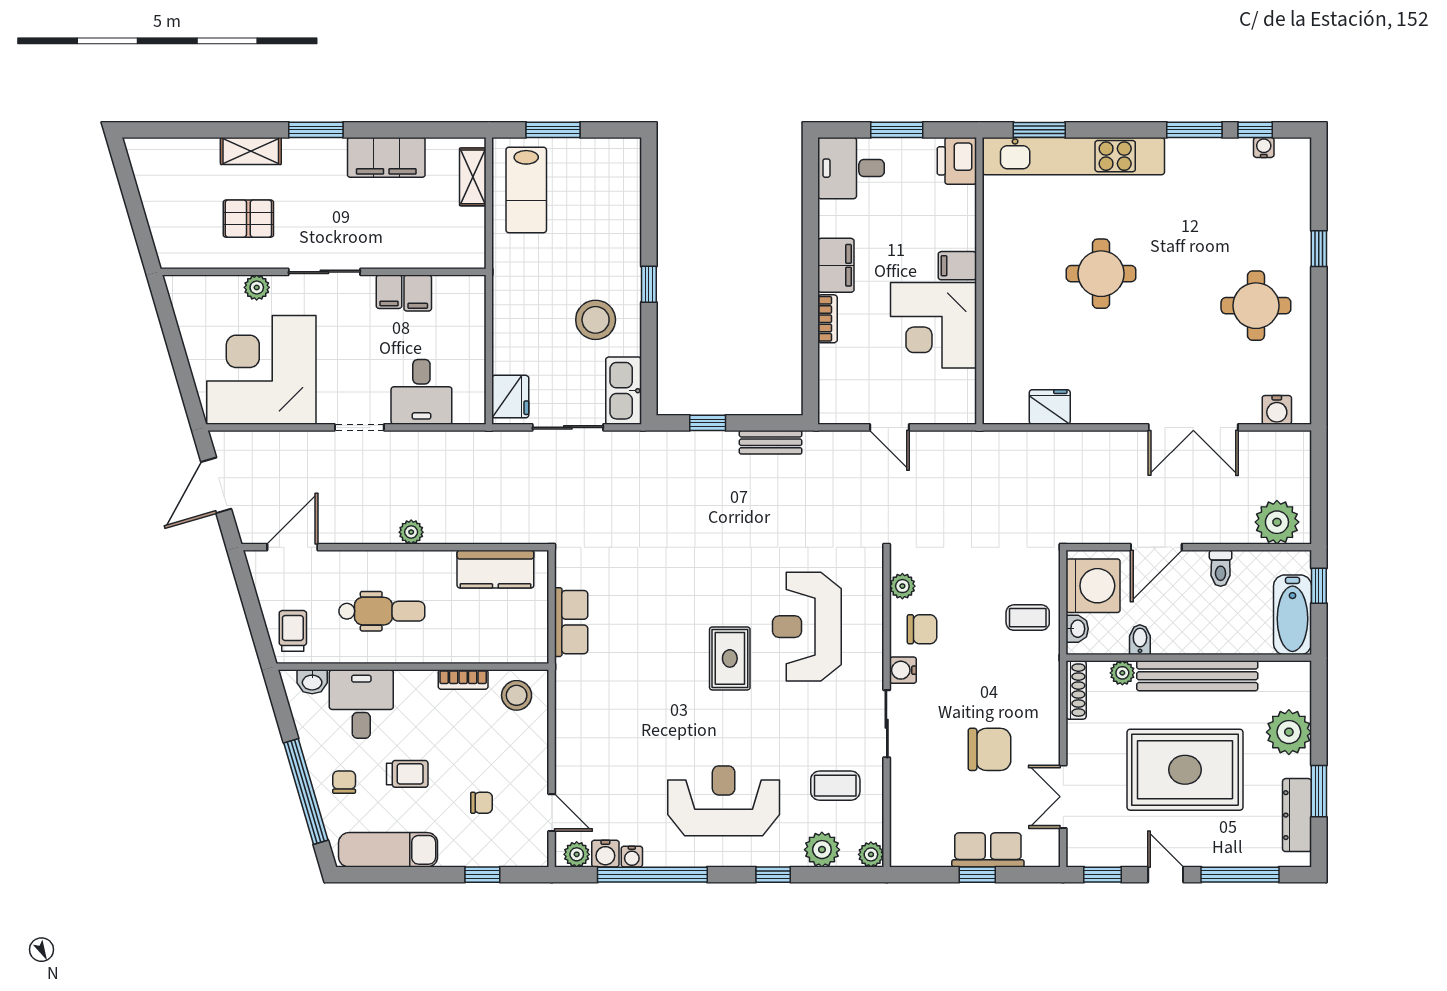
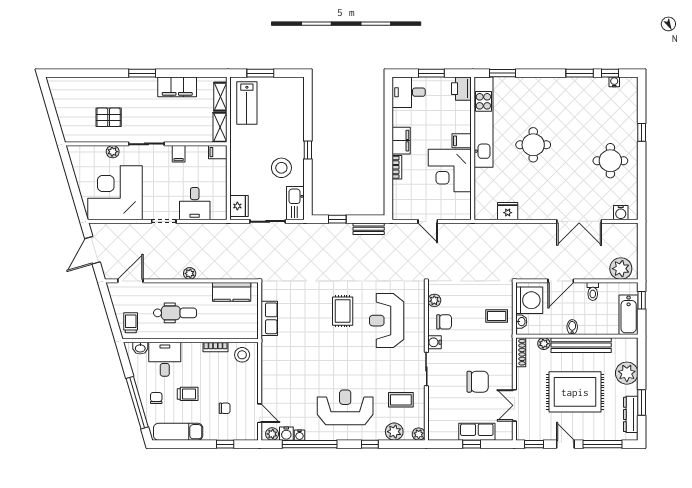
shelving: (251, 151) -> (220, 127), moved, turned 90
kitchen unit: (1073, 156) -> (483, 122), moved, turned -90
filing cabinet: (418, 293) -> (218, 152), moved, turned 90
bidet: (1140, 640) -> (572, 327), moved
rug: (730, 658) -> (343, 311), moved

